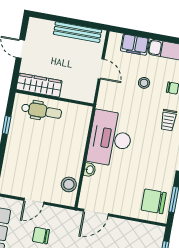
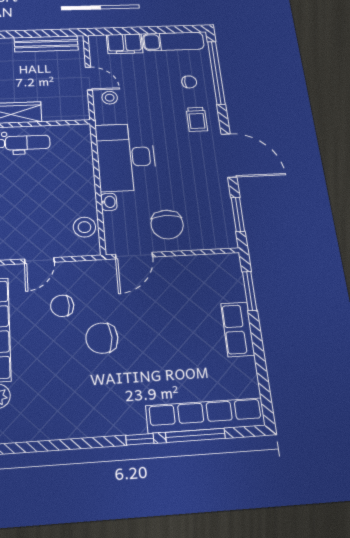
stool: (144, 83) -> (110, 98), moved
chair: (154, 201) -> (167, 224), moved, turned -90

